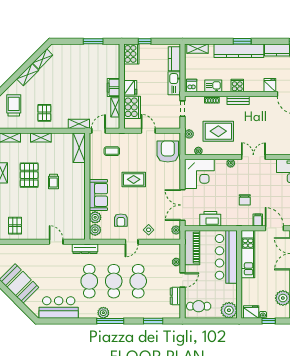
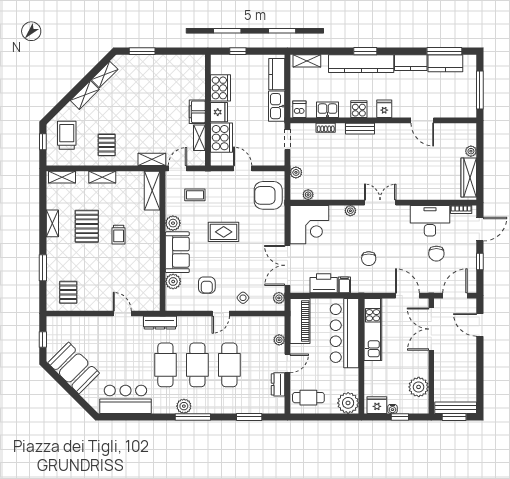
window: (93, 41) -> (142, 51), moved
cooker: (131, 54) -> (220, 88), moved
fridge: (270, 85) -> (384, 109), moved
rug: (218, 131) -> (334, 169), removed
armchair: (168, 151) -> (268, 195), turned -90
filing cabinet: (258, 220) -> (344, 285), moved
plant: (95, 230) -> (173, 223), moved

